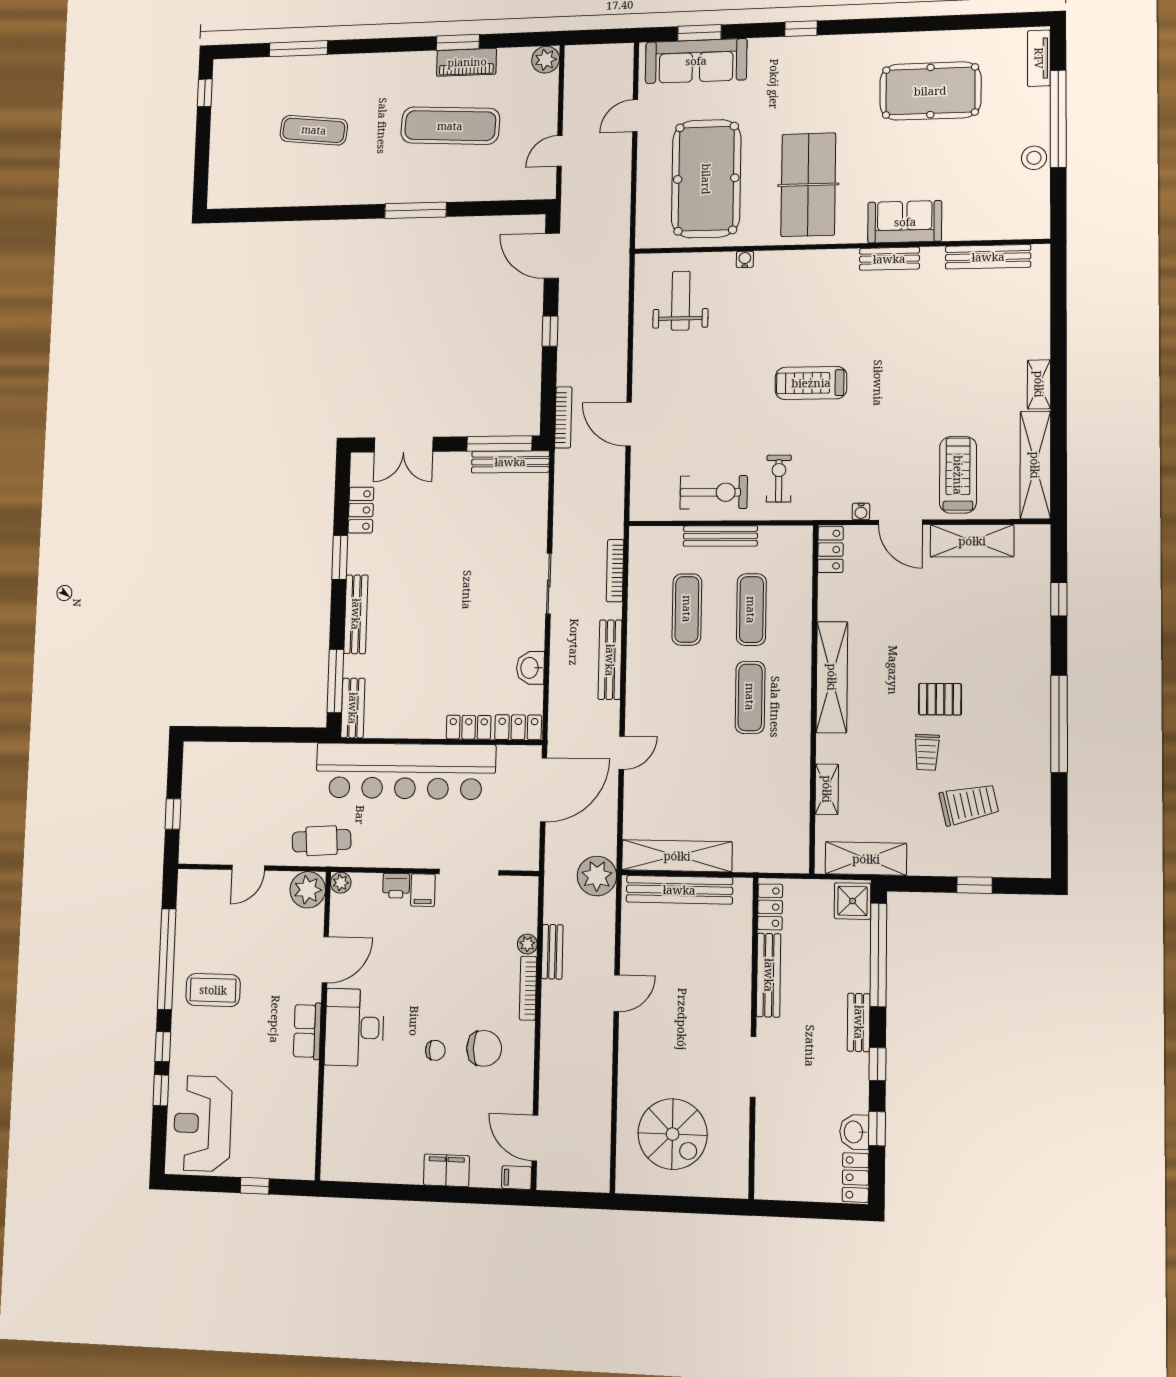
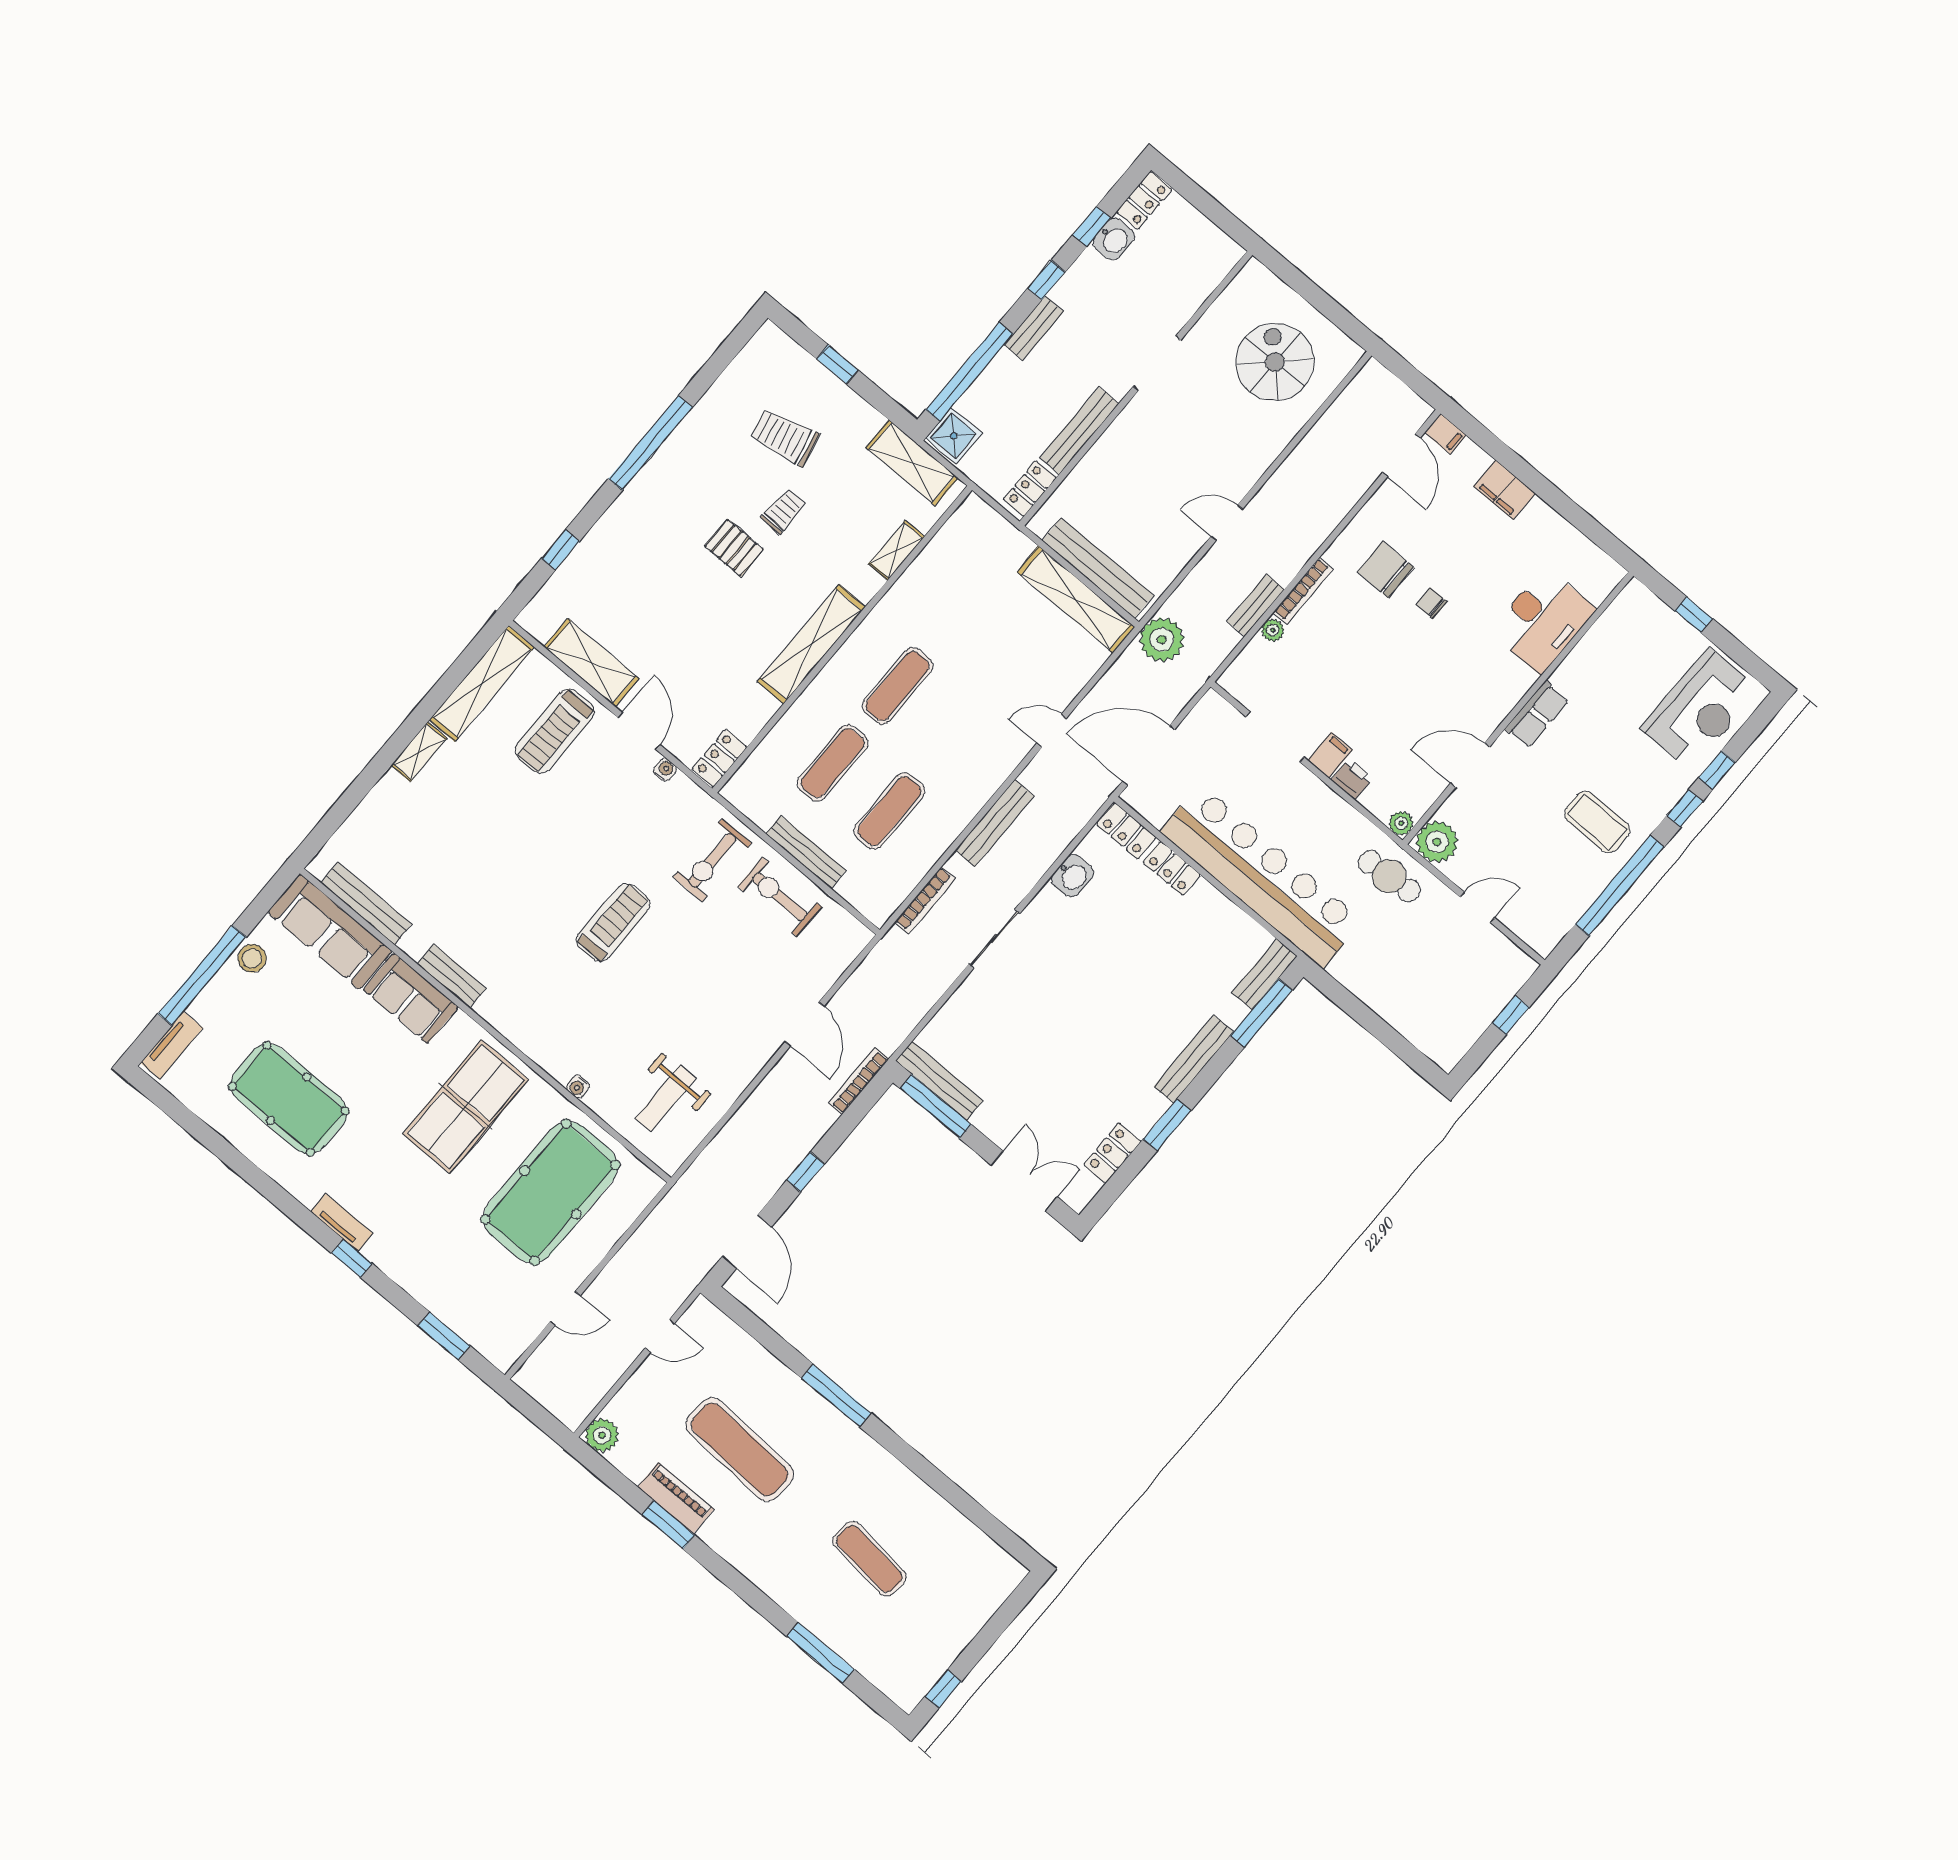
tv unit: (827, 45) -> (342, 1223), added
sofa: (696, 61) -> (330, 932), moved, turned 180
treadmill: (811, 383) -> (613, 923), turned -90
exercise bike: (779, 479) -> (712, 860), width x1.38, depth x1.39
desk: (354, 1027) -> (1543, 620), moved

